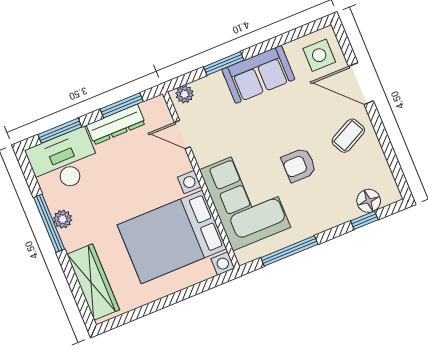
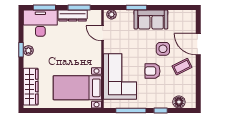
side table: (319, 55) -> (163, 49), moved
window: (364, 220) -> (161, 110), moved
window: (49, 223) -> (21, 50), width x0.46
bed with nightstands: (172, 237) -> (77, 88), width x0.73

